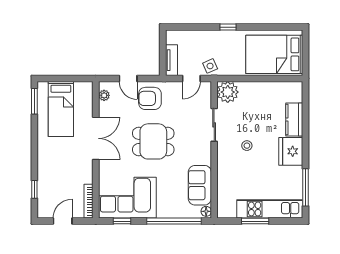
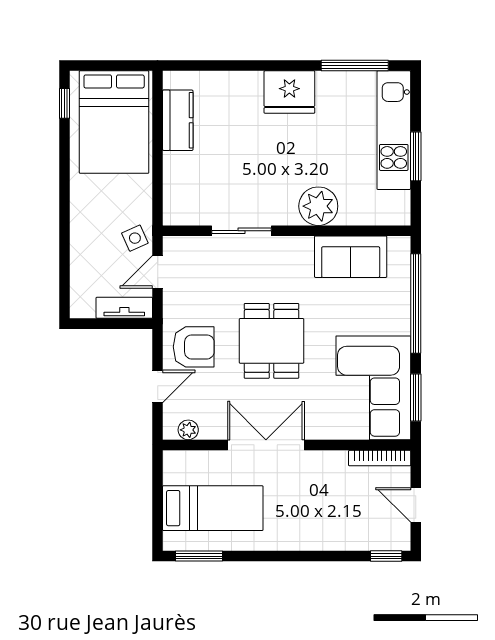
window: (228, 27) -> (65, 103), moved
door: (191, 78) -> (158, 272), swing flipped
plant: (228, 92) -> (318, 206), moved
armchair: (150, 98) -> (194, 347), turned -90
kitchen counter: (294, 120) -> (178, 120), moved, turned -90
stool: (247, 146) -> (279, 171), removed
window: (34, 189) -> (386, 556), moved
floor lamp: (206, 211) -> (398, 245), removed
window: (122, 221) -> (416, 397), width x1.50

